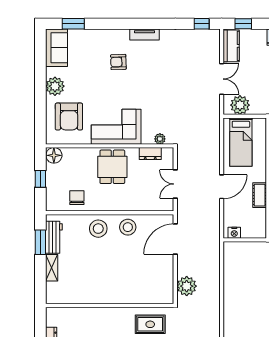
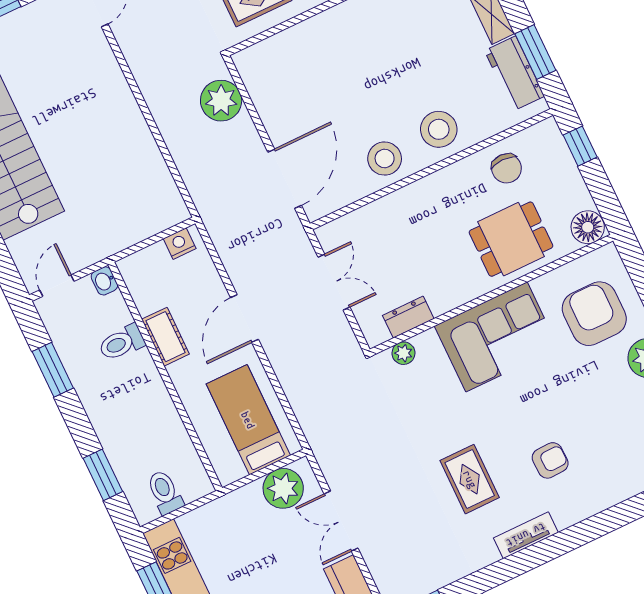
rug: (157, 71) -> (470, 479), added
dining table: (112, 167) -> (511, 239), moved, turned 90
window: (40, 179) -> (580, 146), moved

